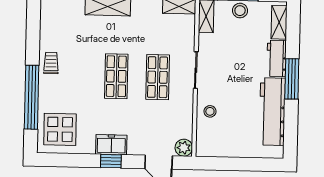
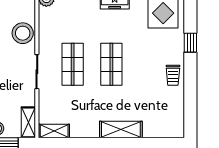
window: (32, 97) -> (190, 43), width x0.32
stool: (210, 111) -> (23, 33), width x1.89, depth x1.89

